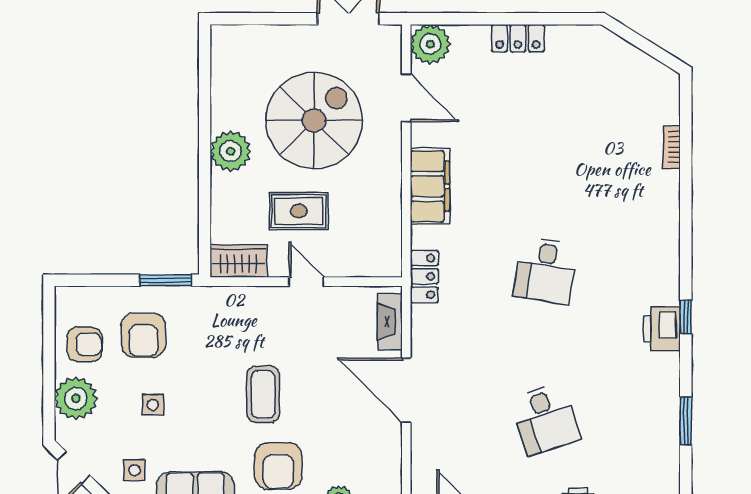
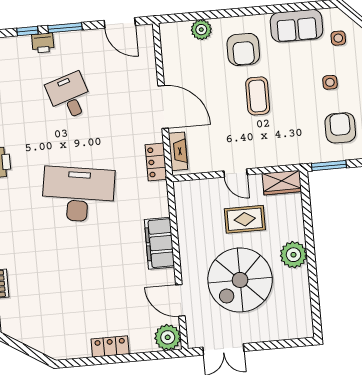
desk: (545, 270) -> (78, 194), width x1.87, depth x1.30
locker: (424, 276) -> (156, 162), moved
armchair: (278, 466) -> (243, 49), turned 180

